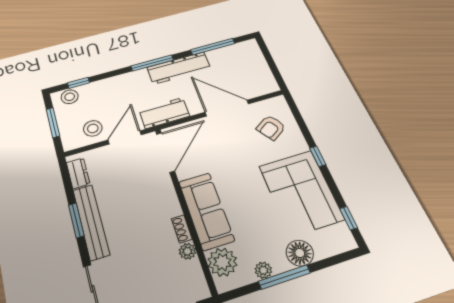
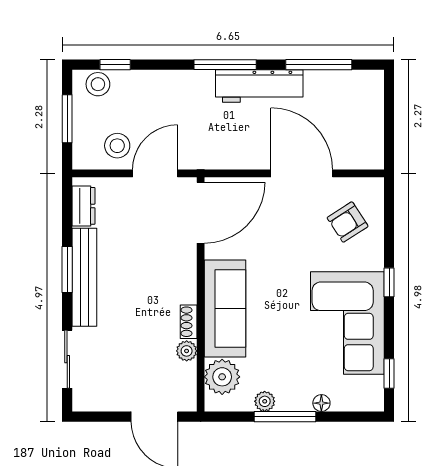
workbench: (164, 113) -> (217, 153), removed
floor lamp: (300, 253) -> (321, 403), width x0.53, depth x0.53

